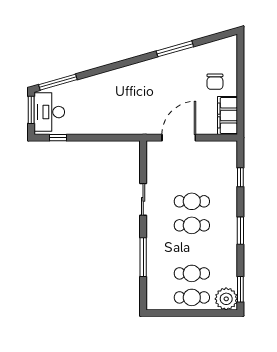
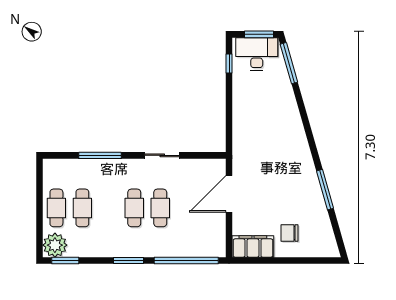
door: (179, 138) -> (229, 194), swing flipped
window: (240, 177) -> (186, 260), width x3.17

